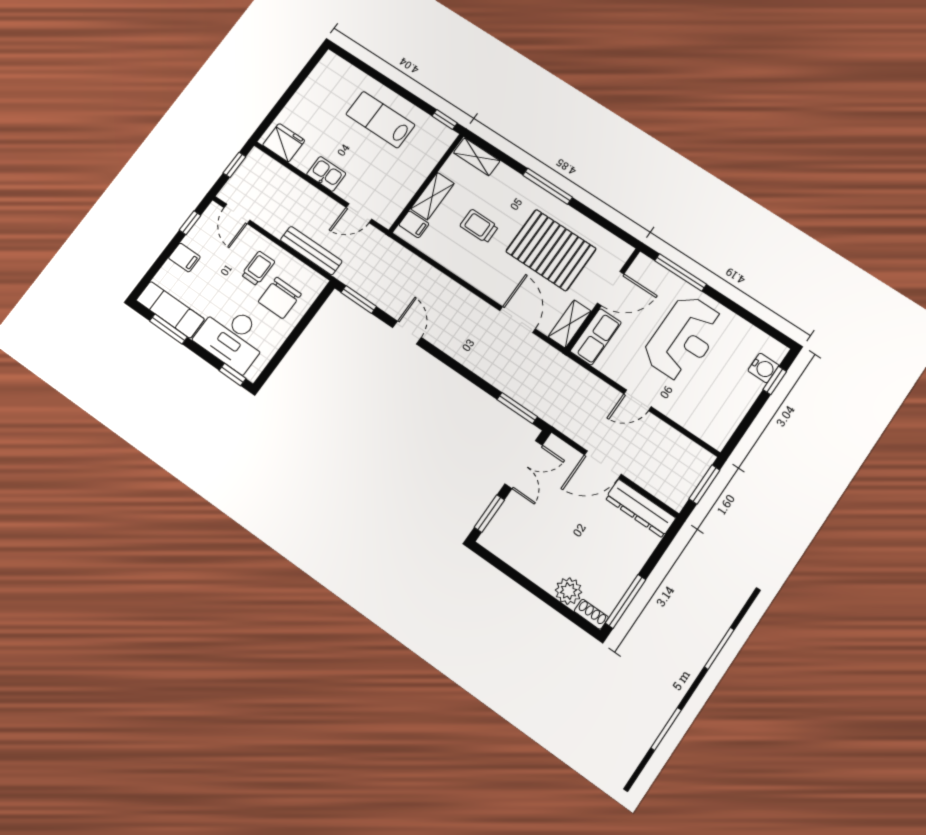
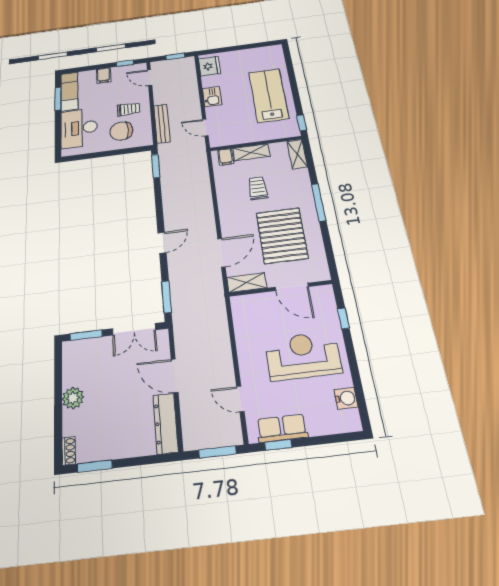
lab bench: (380, 120) -> (269, 95), width x1.36, depth x1.39
door: (237, 214) -> (150, 78), hinge flipped
window: (681, 272) -> (343, 318), width x0.46
door: (407, 333) -> (162, 243), moved
row of seats: (596, 337) -> (282, 428), moved, turned 180
reception desk: (684, 338) -> (303, 356), turned 180
water cooler: (763, 368) -> (346, 398), moved, turned -90
window: (233, 375) -> (58, 144), removed
window: (775, 380) -> (278, 445), moved
door: (637, 400) -> (240, 399), moved
plant: (569, 591) -> (73, 398), moved
window: (626, 601) -> (95, 466), width x0.69

